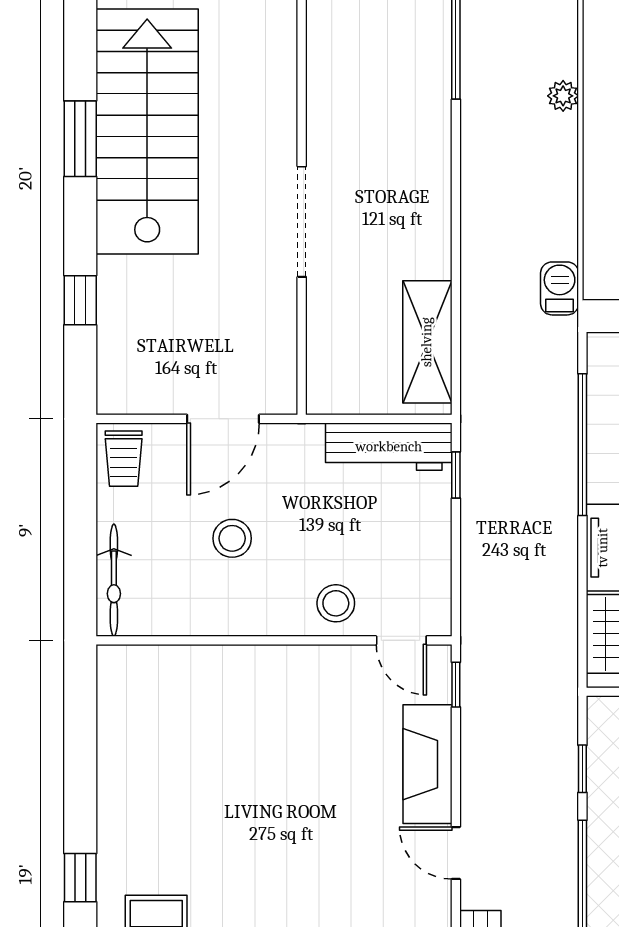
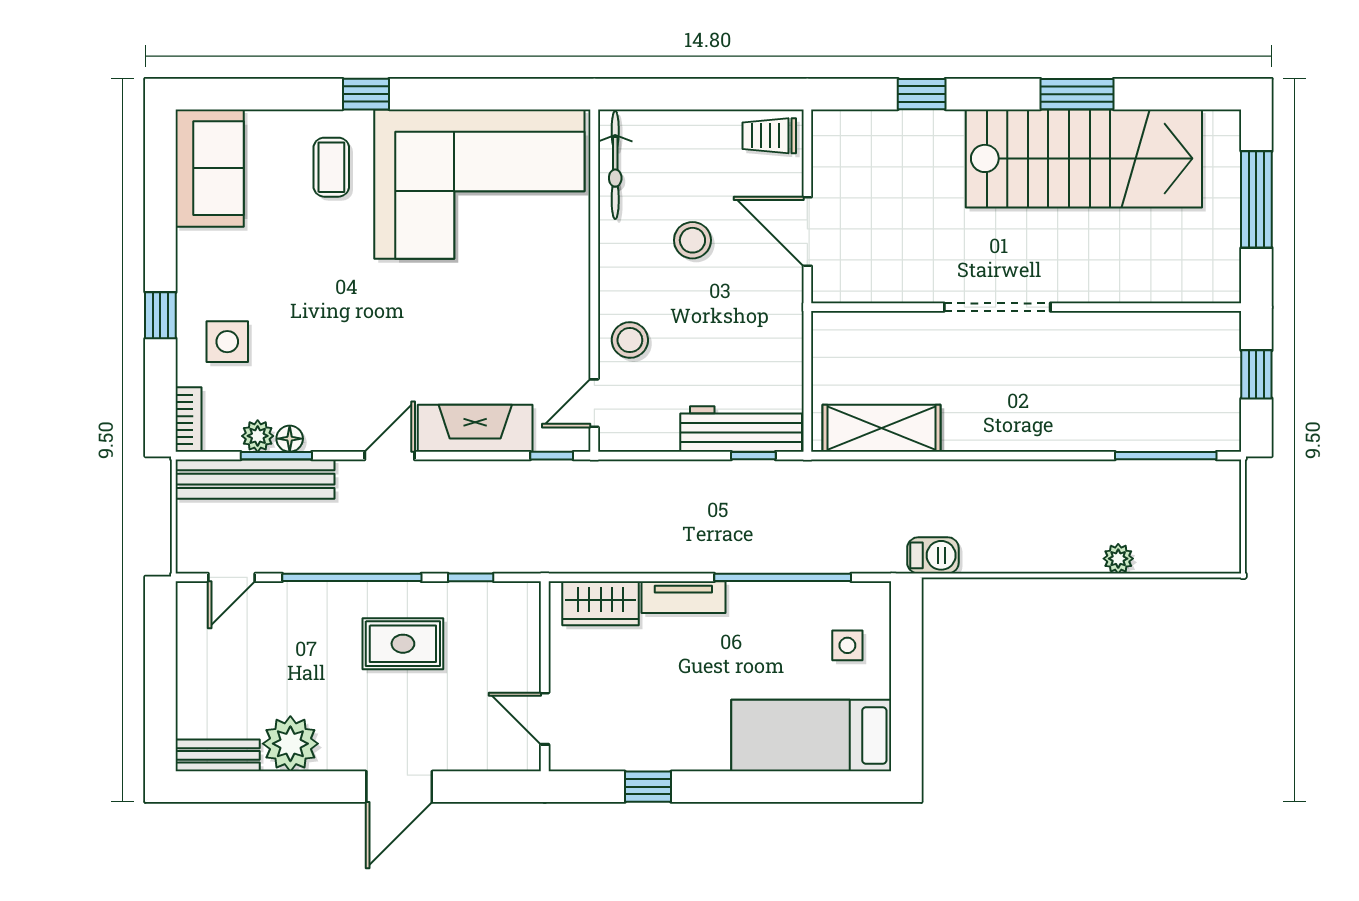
workbench: (389, 447) -> (741, 429), moved, turned 90
bicycle: (114, 580) -> (615, 165), moved, turned -90
corner sofa: (174, 760) -> (479, 184), added

